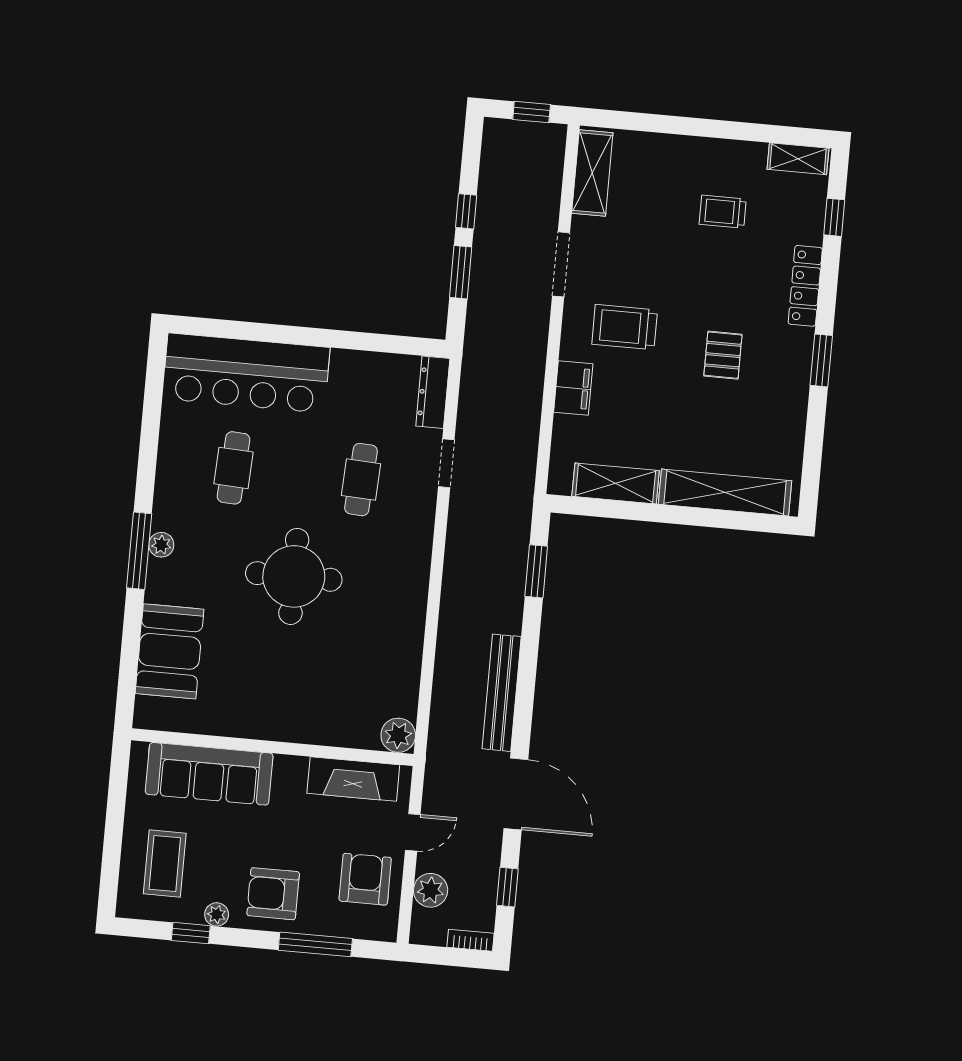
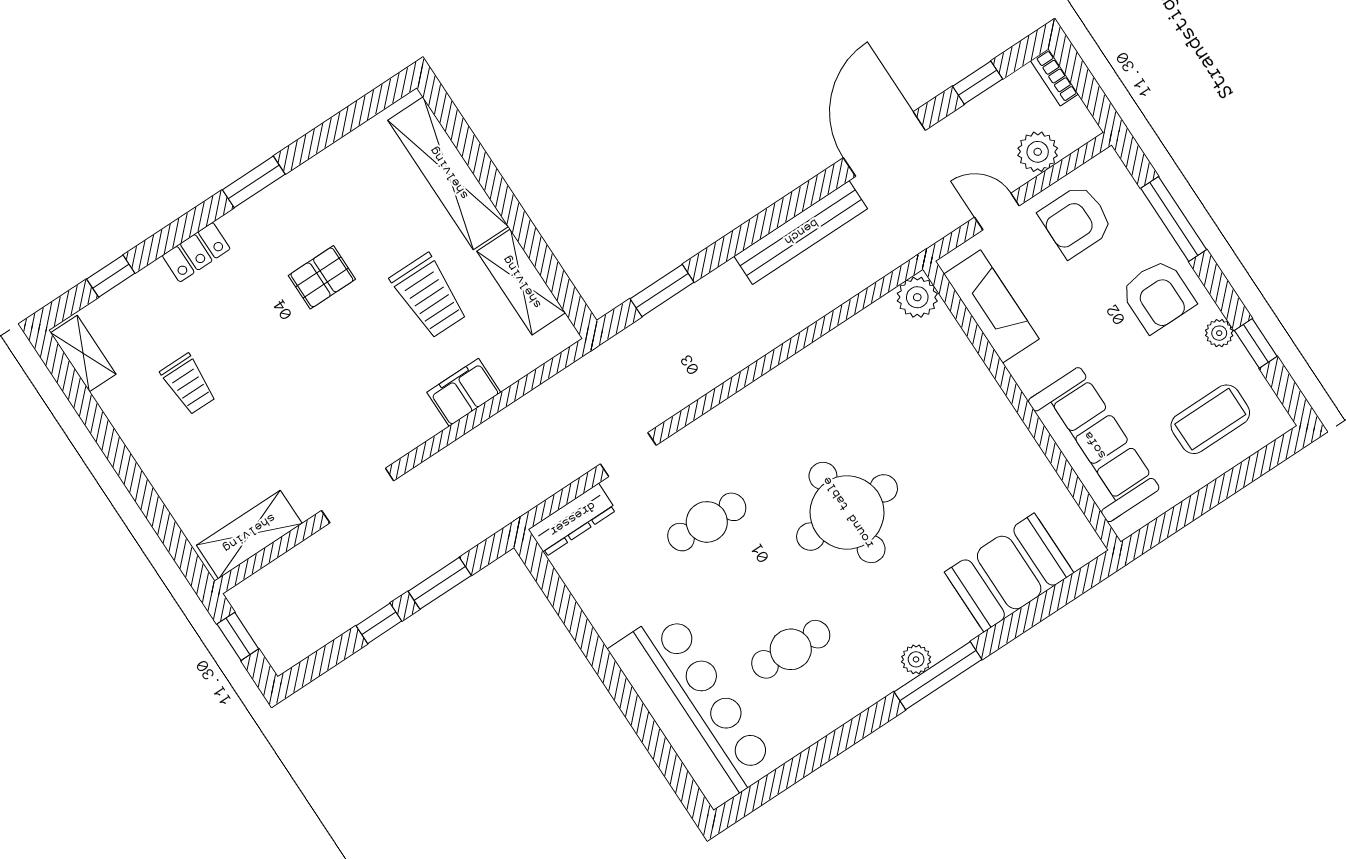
locker: (805, 286) -> (196, 252), width x0.66
trolley: (625, 327) -> (429, 296), moved

